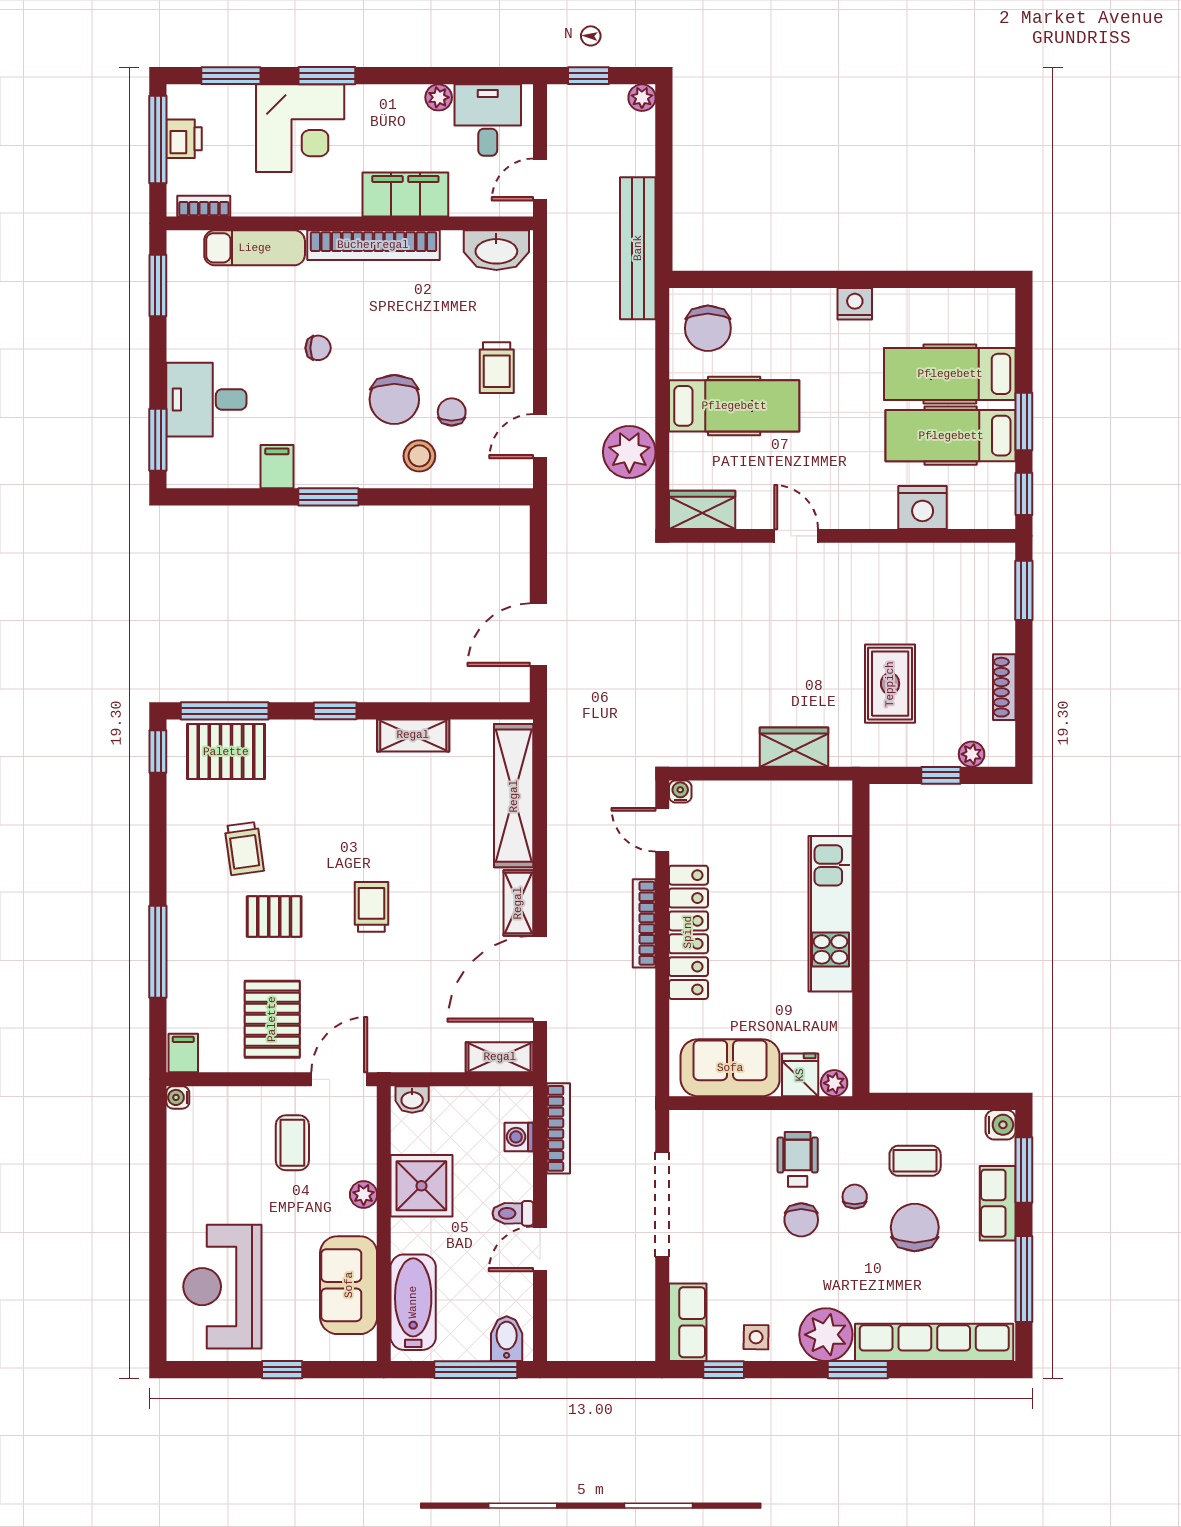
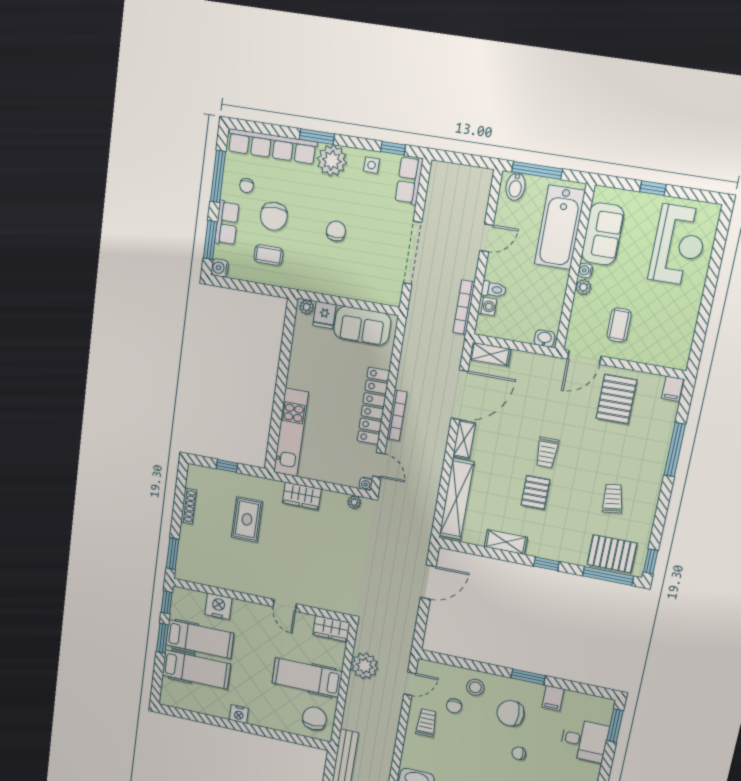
chair: (394, 399) -> (511, 713), moved, turned -90
plant: (972, 754) -> (354, 502), moved
kitchen unit: (831, 914) -> (291, 432), moved
pallet: (274, 916) -> (535, 492), moved, turned 90
water cooler: (178, 1097) -> (585, 271), moved, turned 180
wheelchair: (798, 1159) -> (333, 267), removed
shower: (421, 1186) -> (549, 287), removed
chair: (855, 1197) -> (247, 186), moved
toilet: (513, 1213) -> (494, 289), moved
bathtub: (413, 1302) -> (560, 227), width x1.36, depth x1.36

